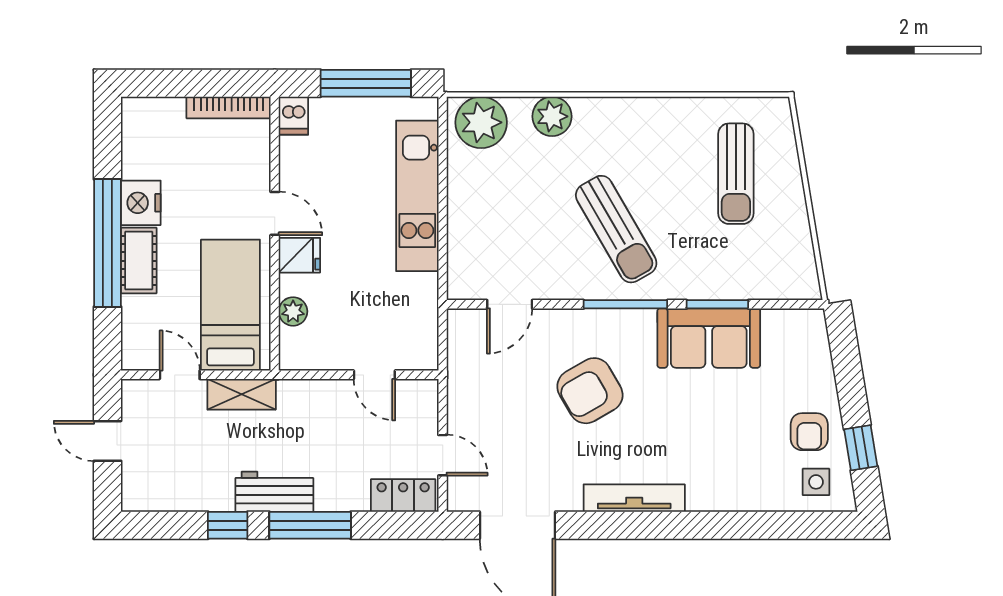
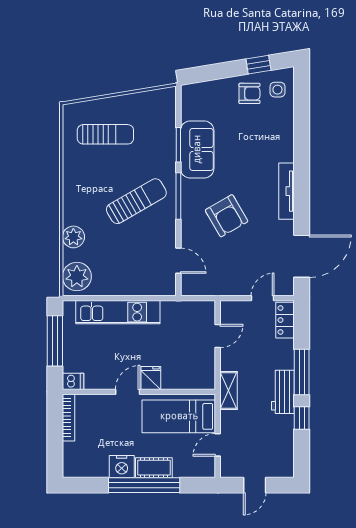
plant: (293, 311) -> (182, 382), removed
shelving: (242, 394) -> (229, 391), moved

